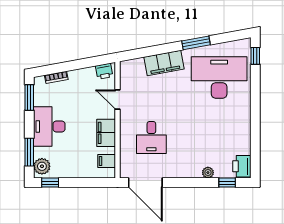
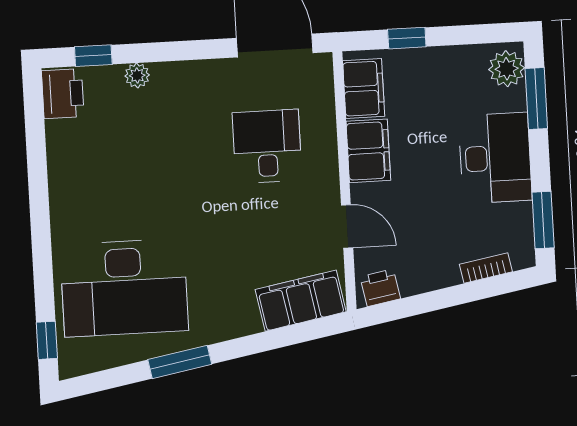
filing cabinet: (164, 63) -> (301, 301), moved
filing cabinet: (107, 161) -> (364, 89), width x2.00
window: (50, 183) -> (407, 38), moved

